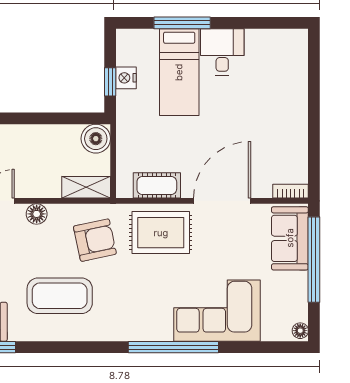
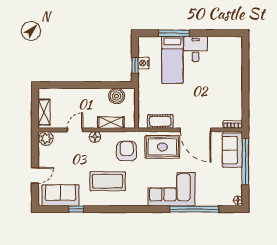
boiler: (96, 139) -> (117, 96), moved
shelving: (86, 187) -> (111, 122), moved
door: (222, 201) -> (196, 130), swing flipped
armchair: (95, 240) -> (127, 151), turned -78
corner sofa: (217, 311) -> (172, 189), moved
window: (173, 347) -> (194, 209), moved

